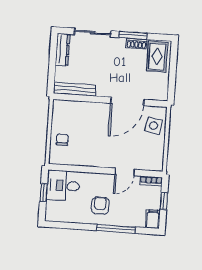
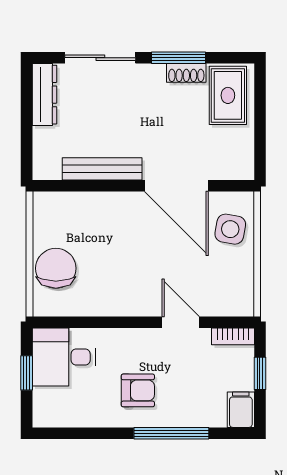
bench: (75, 89) -> (102, 169), moved
door: (127, 101) -> (176, 186), hinge flipped
chair: (62, 140) -> (56, 268), width x1.87, depth x1.87
door: (125, 172) -> (181, 322), swing flipped
armchair: (100, 206) -> (138, 390), turned 90

